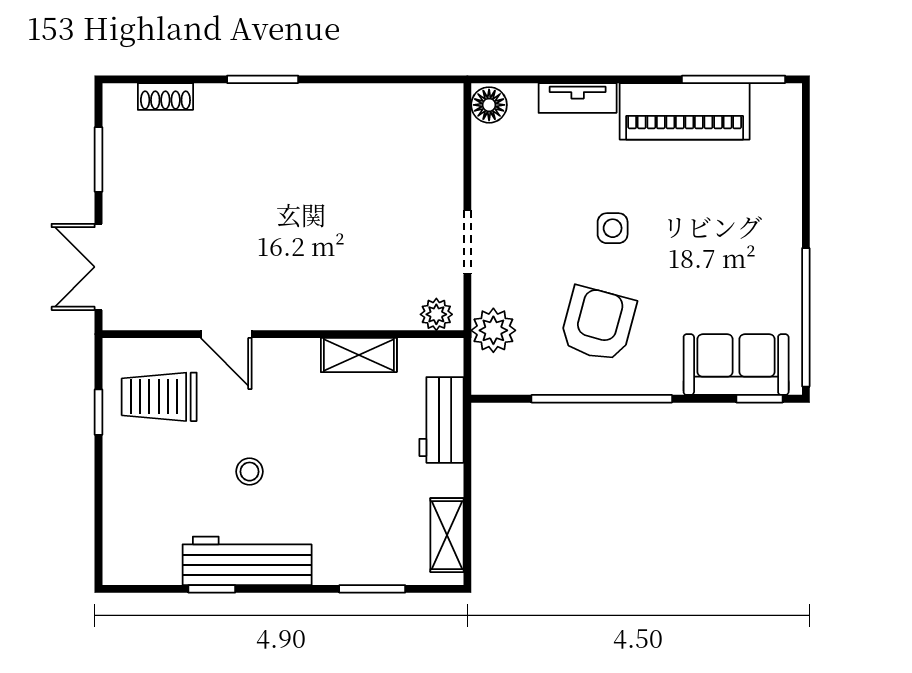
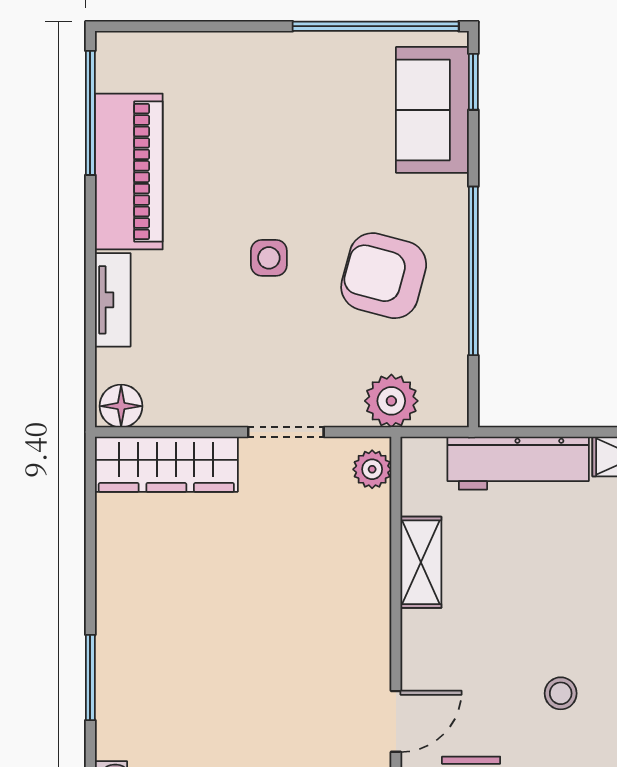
wardrobe: (441, 143) -> (166, 464), added
workbench: (441, 420) -> (518, 463), width x1.38

